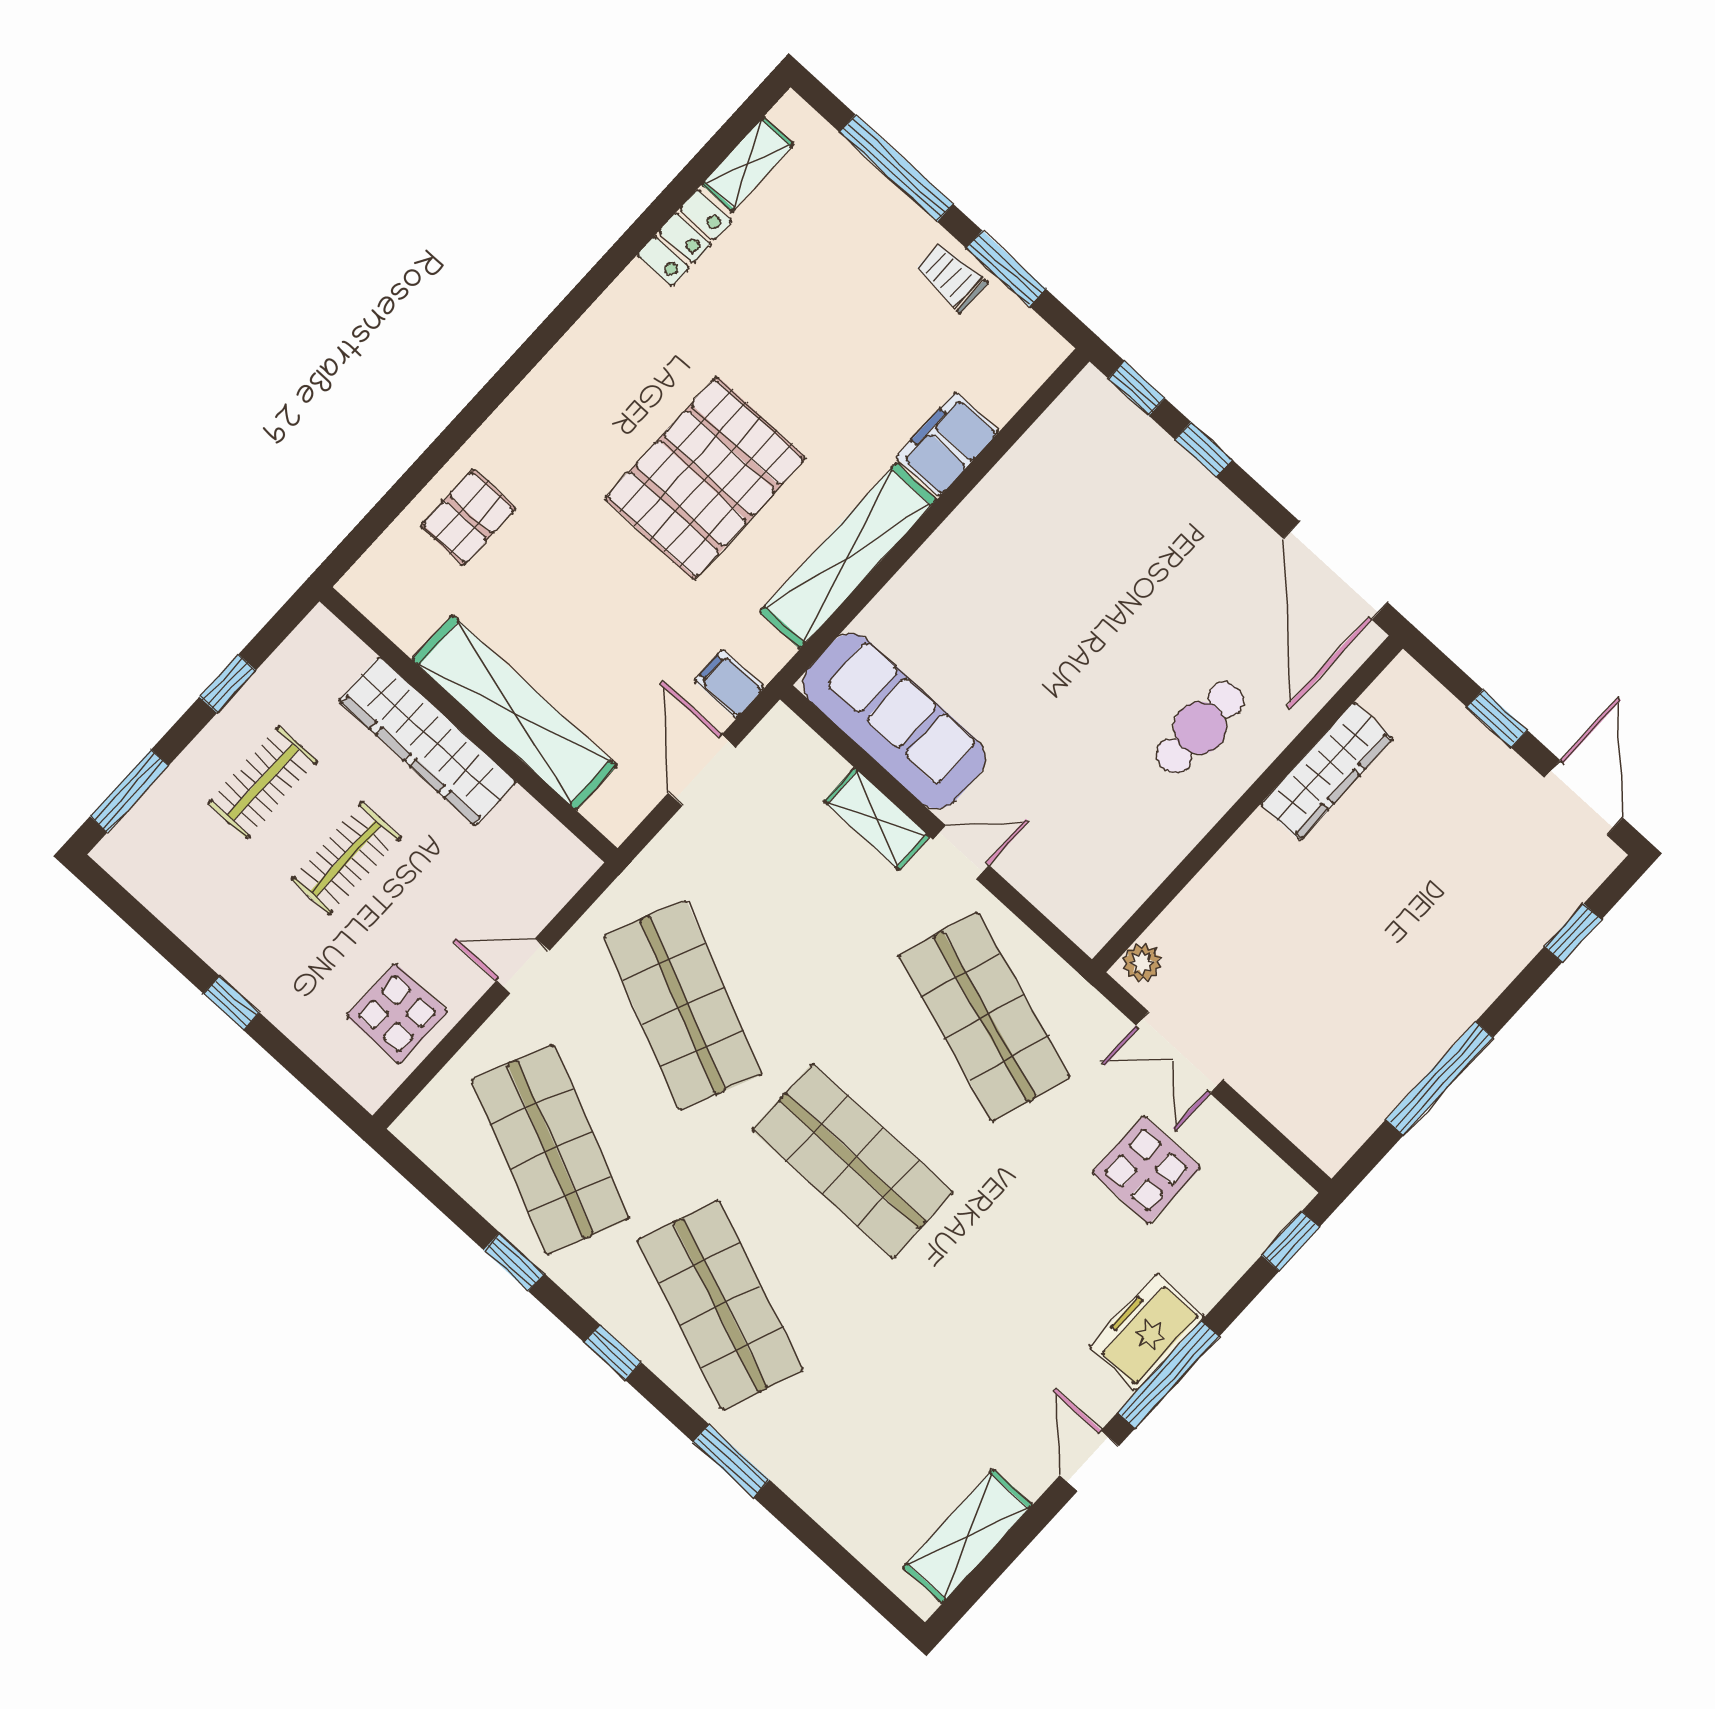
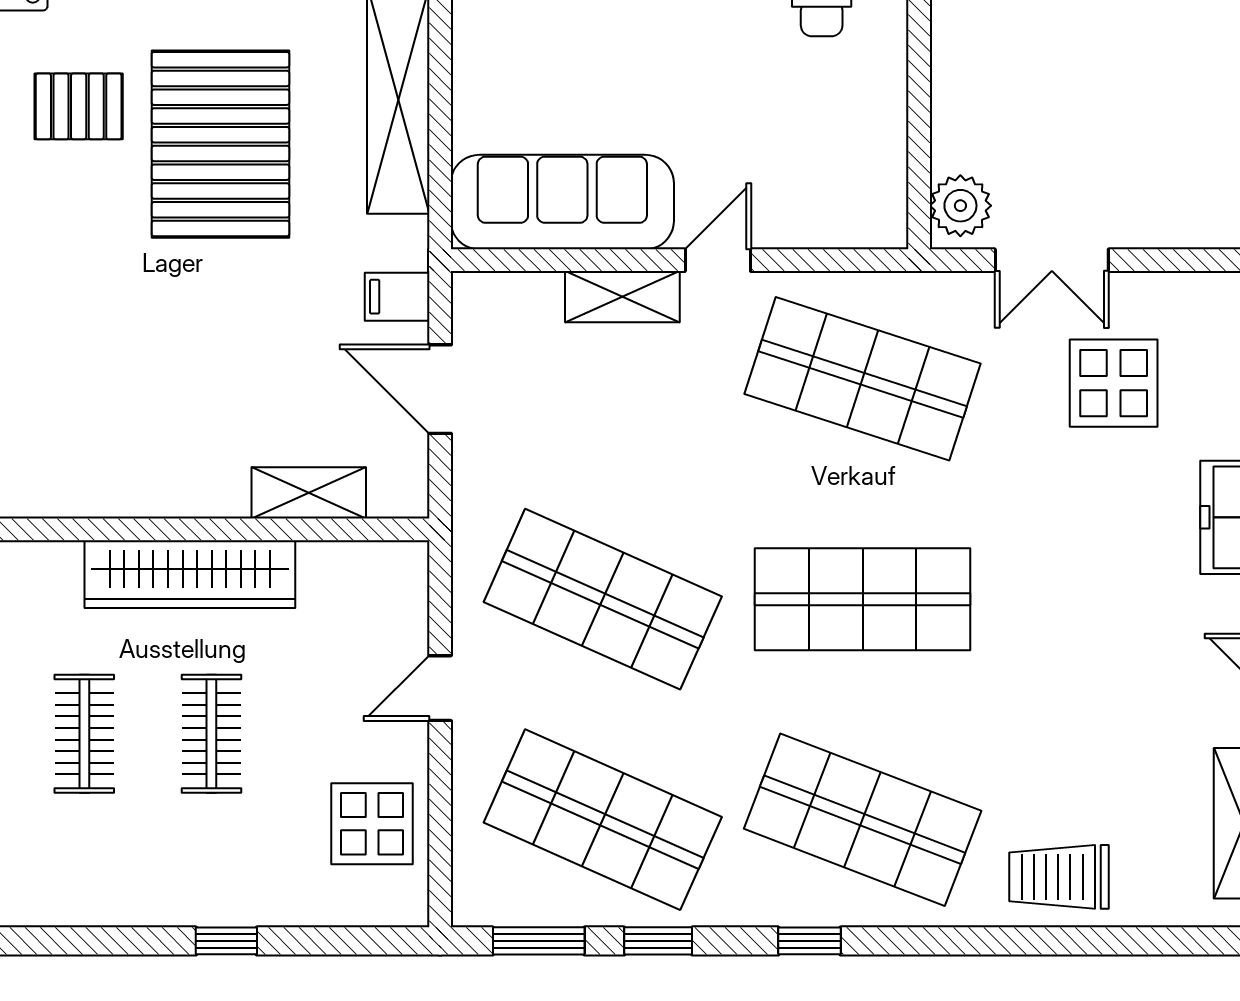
pallet: (468, 517) -> (79, 106), moved, turned 90
shelving: (514, 713) -> (309, 493), width x0.45, depth x0.75
plant: (1142, 963) -> (960, 206), width x1.38, depth x1.38
trolley: (815, 1460) -> (1059, 877), added
window: (731, 1461) -> (539, 941), moved

